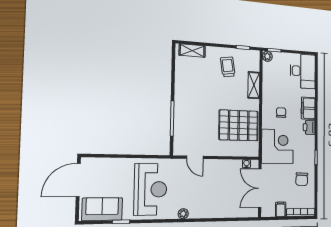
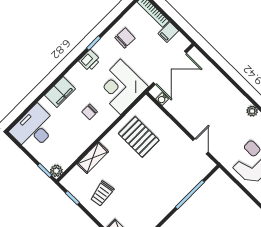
pallet: (239, 125) -> (139, 137), width x0.73, depth x0.71
printer: (309, 127) -> (90, 60), moved

